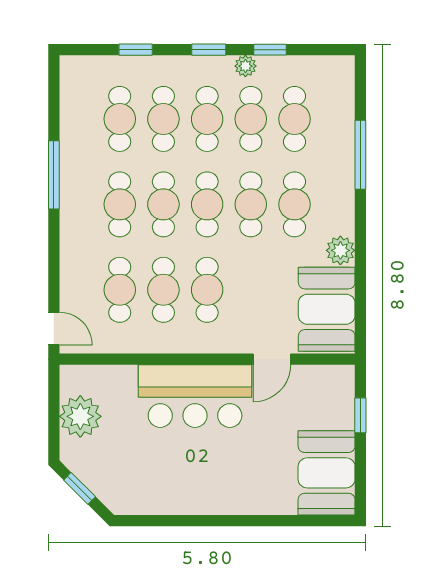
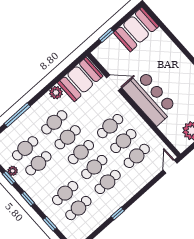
plant: (245, 66) -> (13, 171), moved
cafe table: (207, 119) -> (52, 178), removed
window: (54, 175) -> (118, 213), width x0.46

